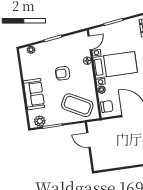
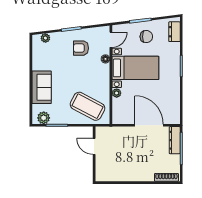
armchair: (63, 73) -> (81, 48), moved
chair: (107, 107) -> (146, 37), moved

